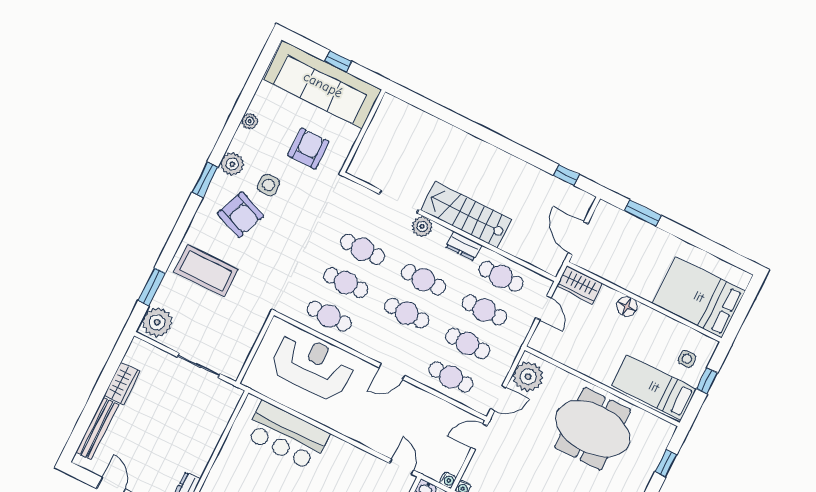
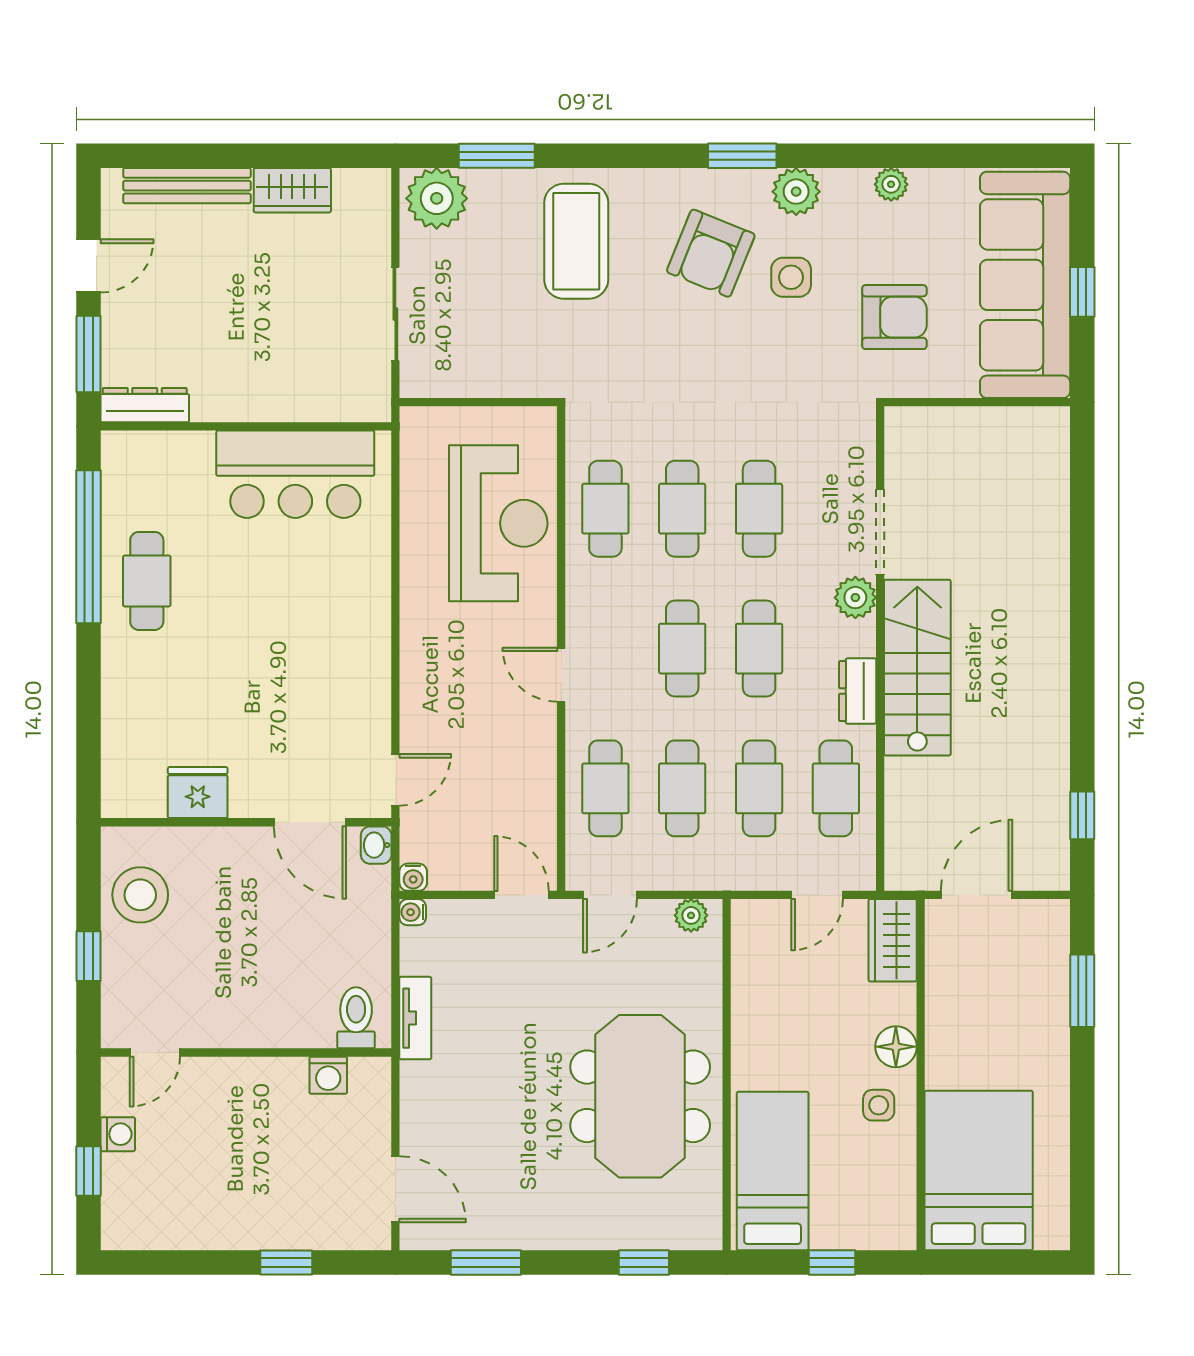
side table: (687, 359) -> (879, 1105), moved
plant: (528, 377) -> (691, 915), width x0.53, depth x0.53
door: (498, 398) -> (610, 895), hinge flipped
bar counter: (287, 435) -> (295, 474), moved, turned -90

